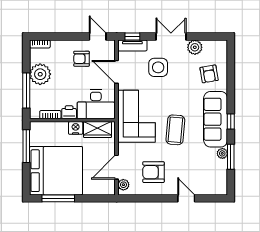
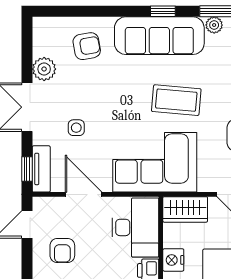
side table: (158, 67) -> (76, 128), width x0.54, depth x0.54
door: (117, 72) -> (84, 194), swing flipped
wardrobe: (98, 130) -> (185, 209), moved, turned 90

